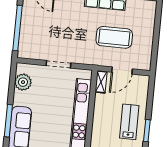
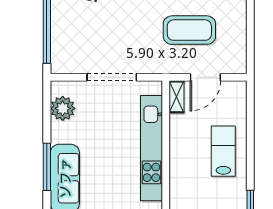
doorway: (58, 64) -> (112, 77), width x1.36
window: (147, 131) -> (250, 161), removed

